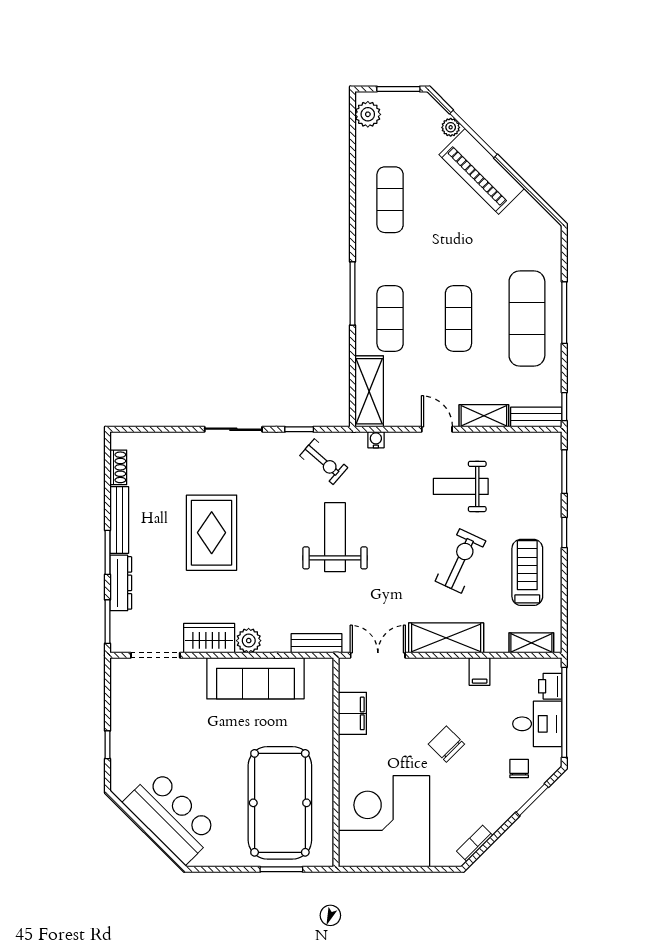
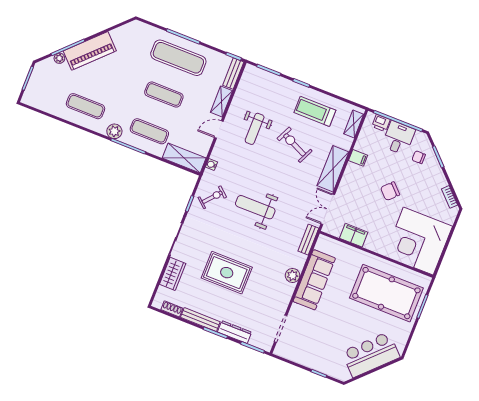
plant: (368, 114) -> (114, 131), moved
wardrobe: (209, 638) -> (173, 274), moved, turned 180

